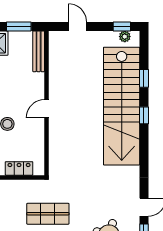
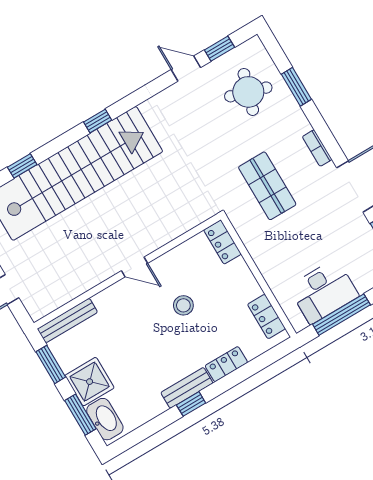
window: (144, 115) -> (98, 121), moved
locker: (19, 168) -> (222, 242), moved

